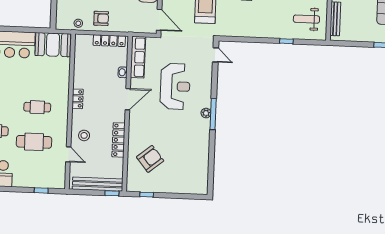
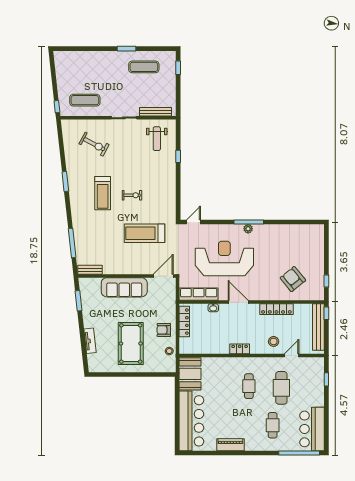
armchair: (101, 18) -> (164, 330), turned -90
reception desk: (175, 86) -> (224, 258), width x1.36, depth x1.30

